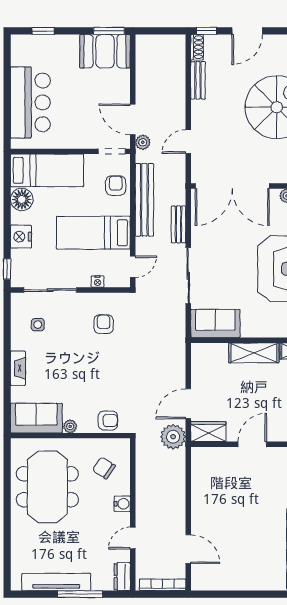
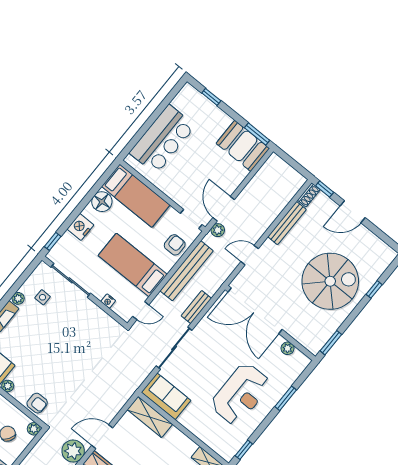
bench: (198, 80) -> (287, 223), width x1.36
armchair: (104, 324) -> (88, 334), removed
plant: (17, 343) -> (18, 298), added
shelving: (254, 353) -> (150, 417), moved
plant: (123, 445) -> (34, 429), added

